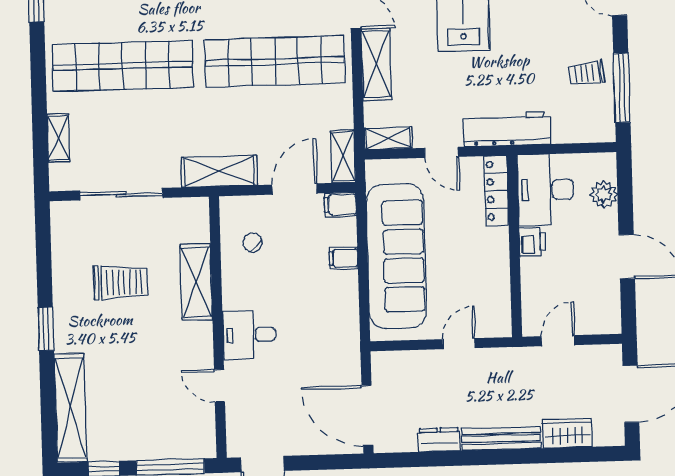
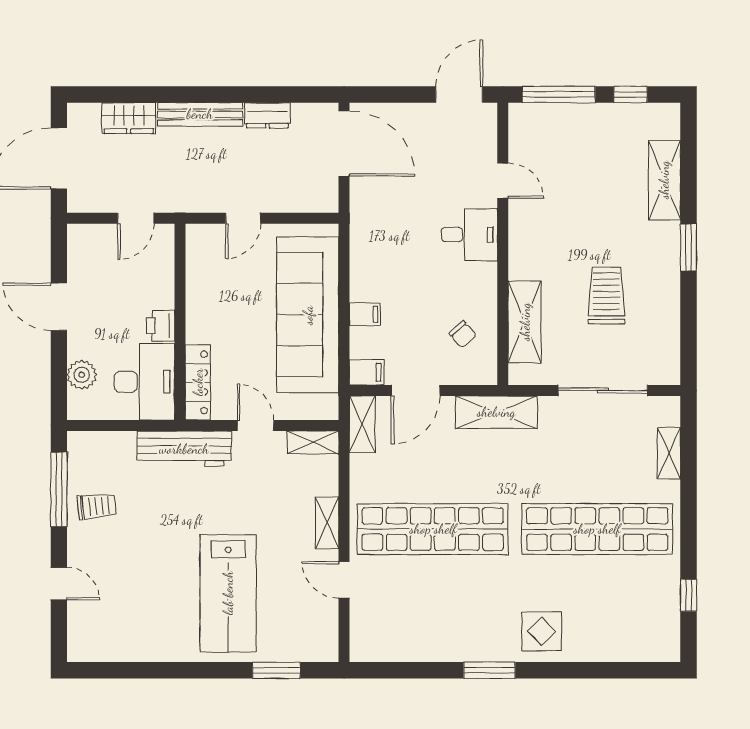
shelving: (376, 64) -> (327, 523), width x0.67, depth x0.75
trolley: (120, 282) -> (606, 295), turned 90
shelving: (196, 282) -> (525, 322), moved
shelving: (70, 408) -> (664, 180), width x0.68

